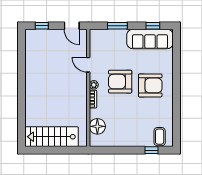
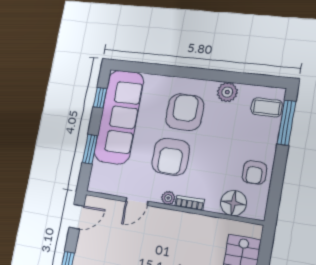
sofa: (150, 39) -> (119, 117), width x1.36, depth x1.27
plant: (166, 111) -> (227, 92), added
armchair: (118, 136) -> (254, 172), added
window: (151, 150) -> (286, 123), width x2.17

